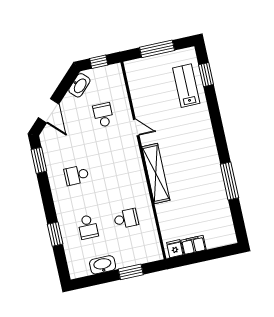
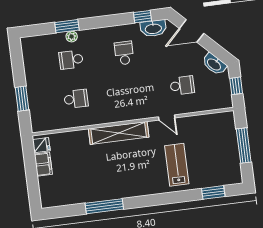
lab bench: (186, 86) -> (177, 165), moved, turned -90
door: (136, 127) -> (167, 117), hinge flipped
window: (39, 160) -> (143, 17), width x0.67
school desk: (126, 219) -> (76, 99), turned -90
plant: (65, 228) -> (72, 37), added
washbasin: (103, 265) -> (153, 28), moved, turned 90

